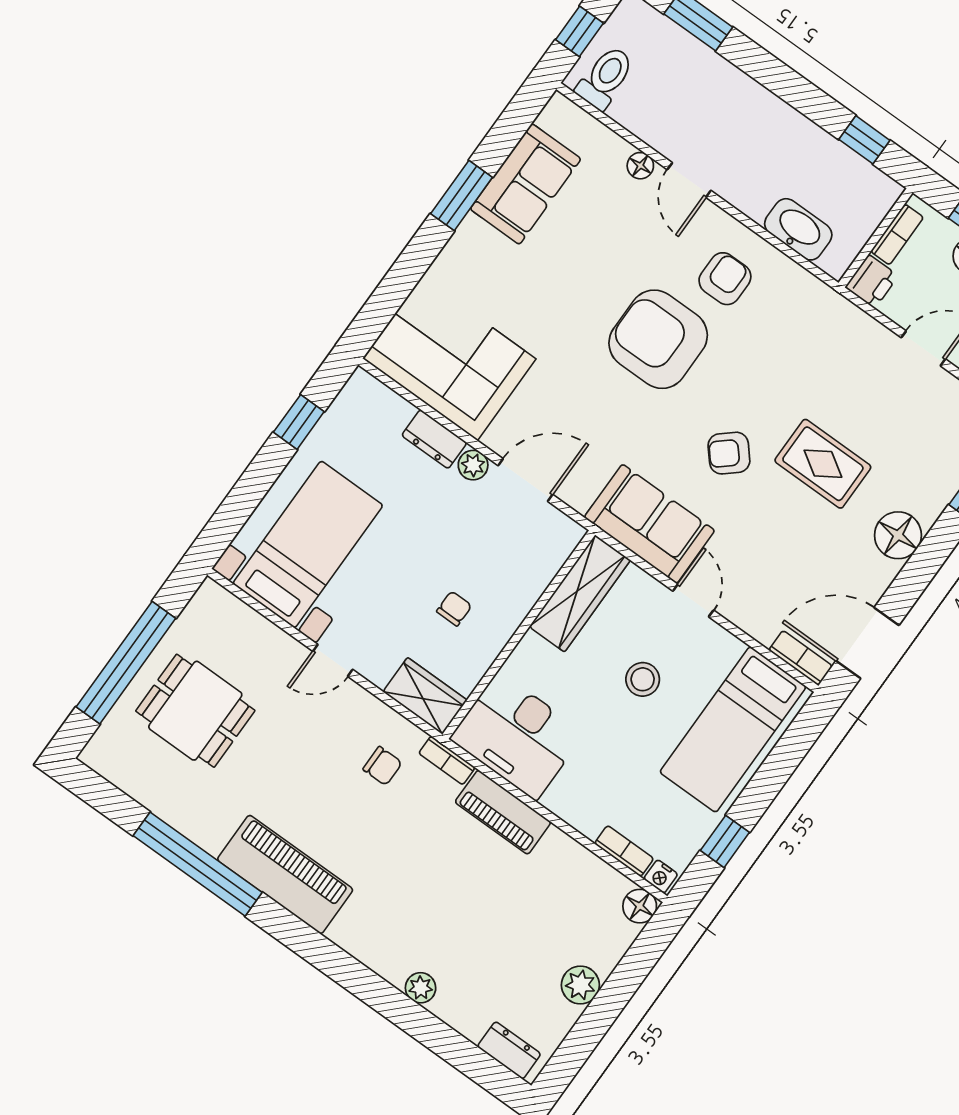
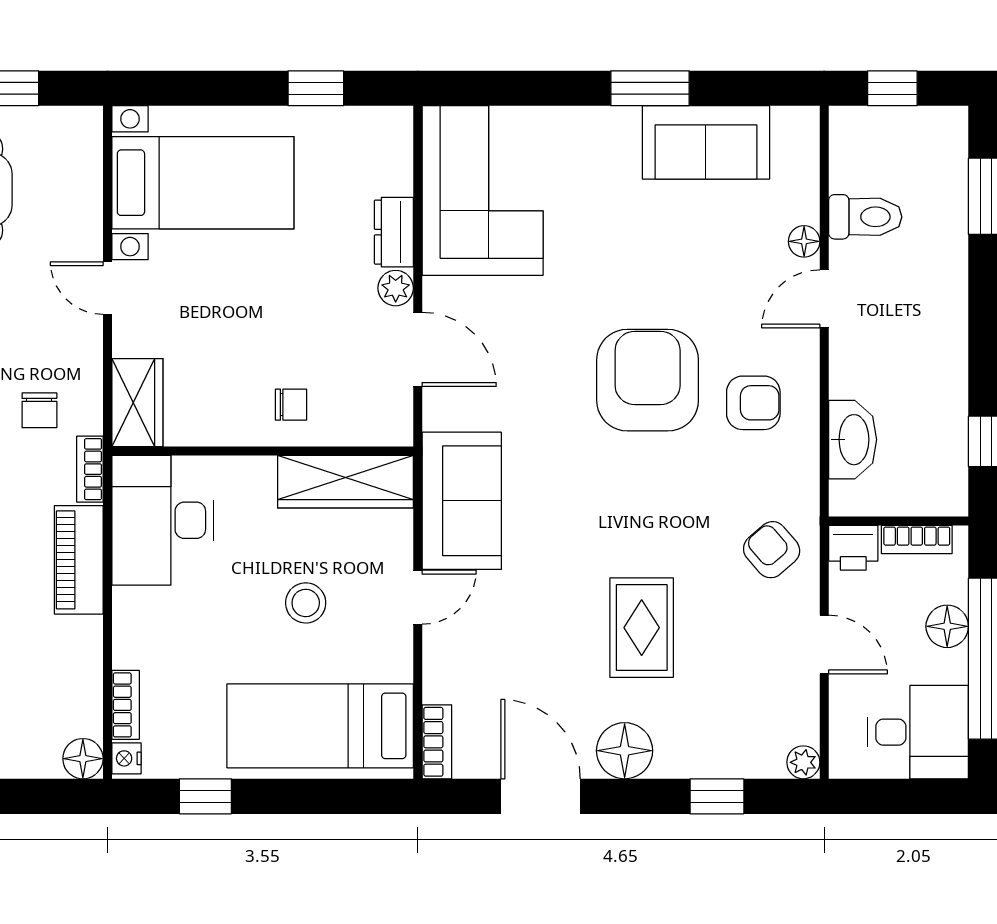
toilet: (605, 78) -> (865, 217), moved
armchair: (729, 453) -> (772, 550), moved
chair: (454, 609) -> (291, 405), moved
door: (867, 643) -> (541, 796), moved

